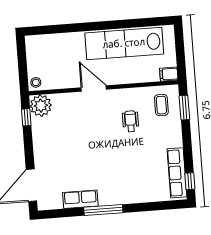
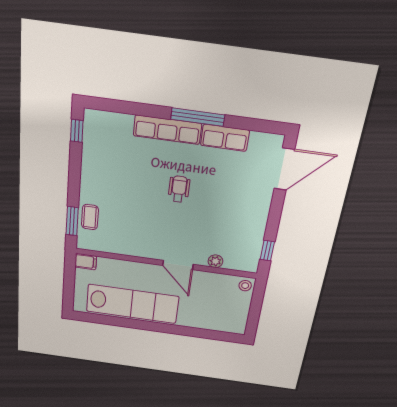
coffee table: (161, 105) -> (90, 217), moved
plant: (41, 106) -> (215, 261), moved, width x0.53, depth x0.53
wheelchair: (131, 121) -> (179, 189), moved, turned 180
row of seats: (177, 173) -> (167, 130), moved, turned 90

